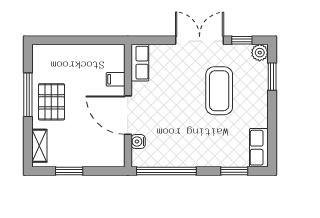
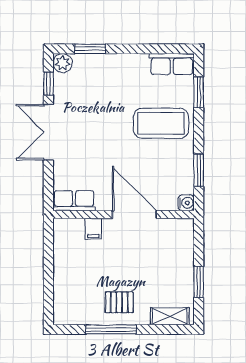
coffee table: (219, 91) -> (161, 123), moved
pallet: (51, 102) -> (119, 302), width x0.67, depth x0.71
door: (128, 115) -> (134, 214), swing flipped
water cooler: (138, 141) -> (186, 203), moved, turned -90
window: (166, 171) -> (199, 170), width x0.47

